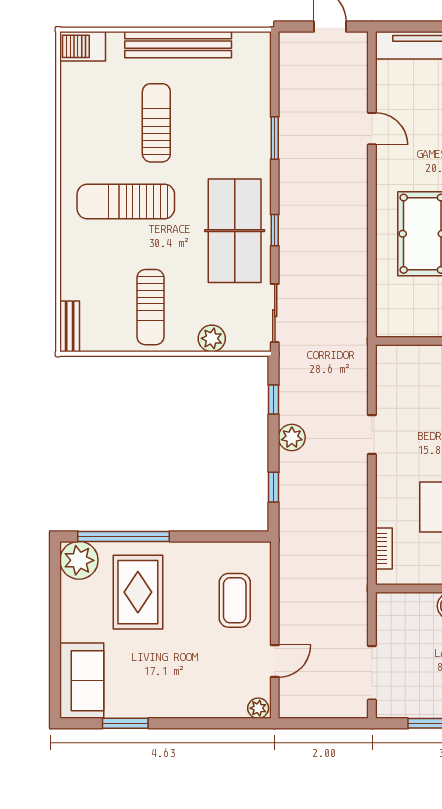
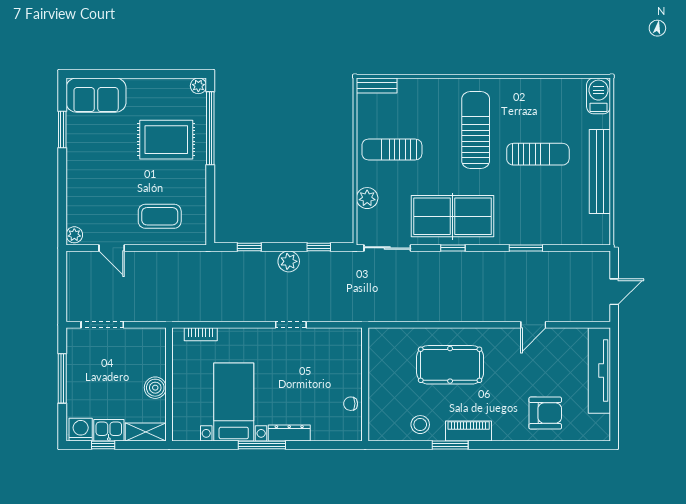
plant: (79, 560) -> (198, 86), width x0.53, depth x0.53

